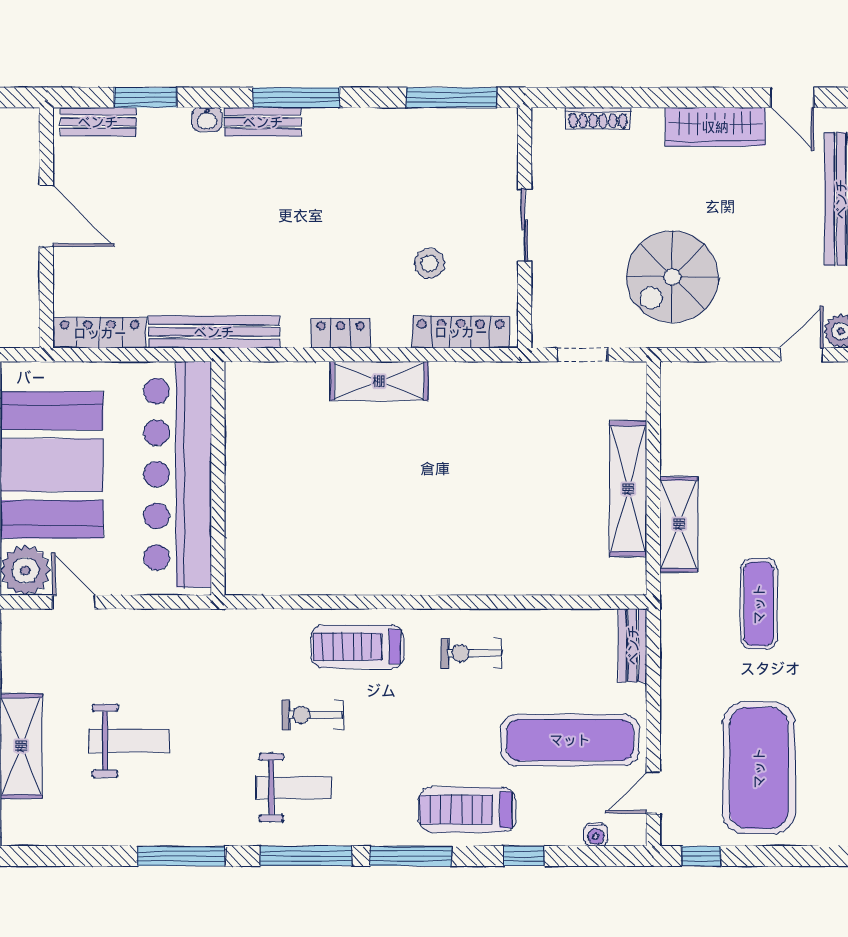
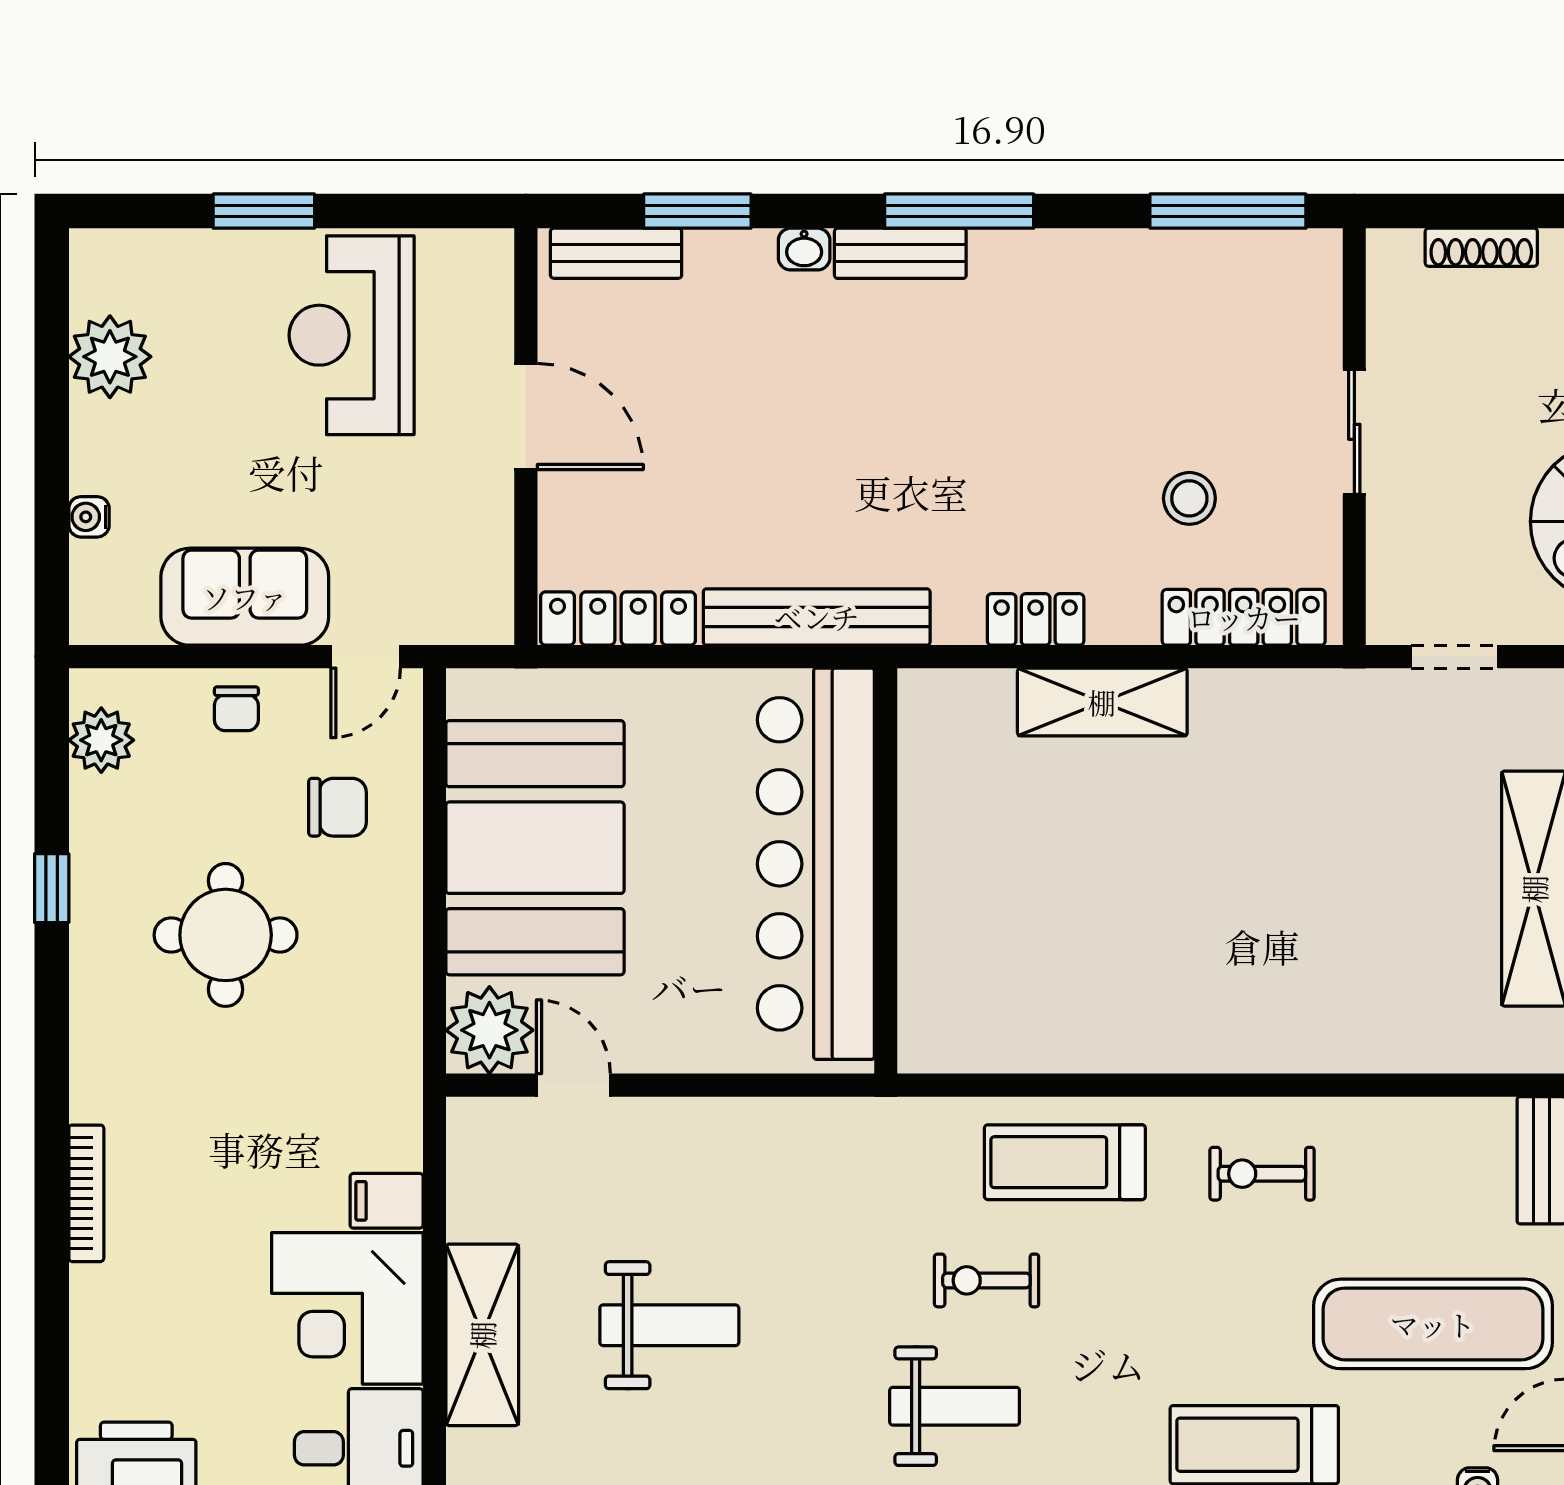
bar counter: (177, 474) -> (816, 864), moved
wall: (218, 478) -> (886, 871), moved

